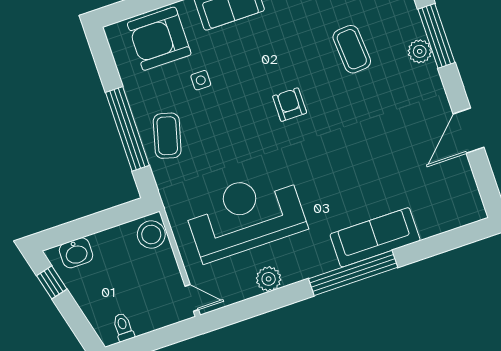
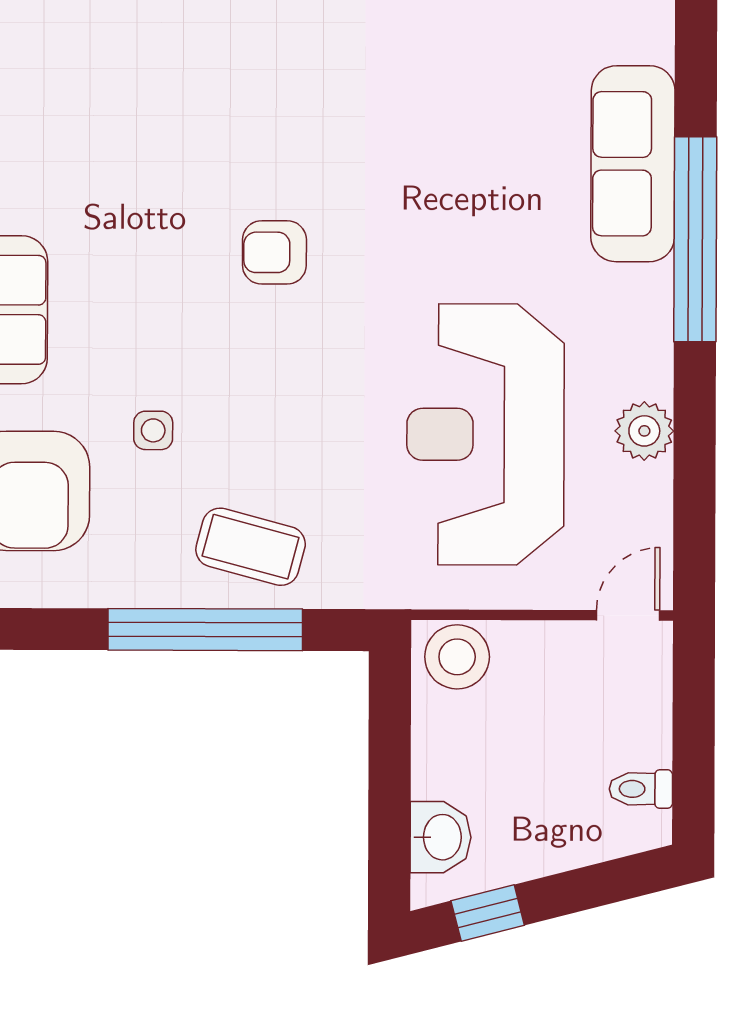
coffee table: (352, 49) -> (199, 73), removed

